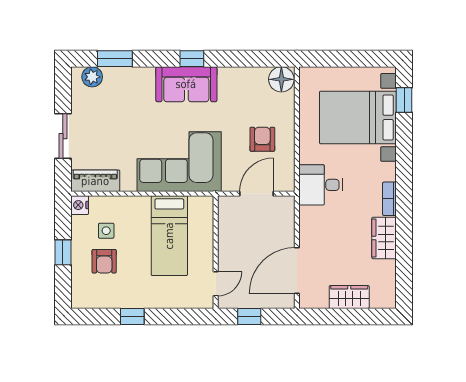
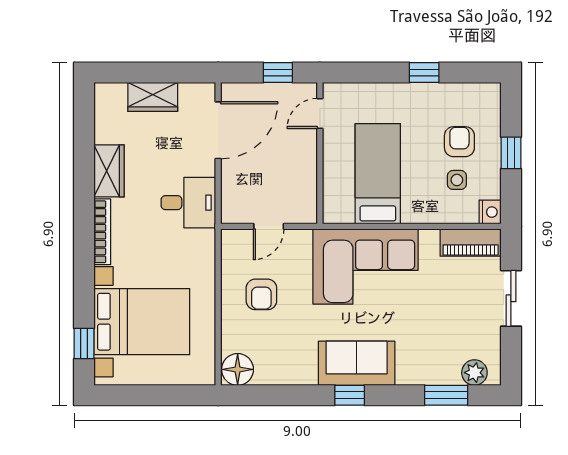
desk: (321, 185) -> (188, 203), moved
door: (257, 194) -> (269, 226), width x0.73
bookcase: (389, 199) -> (102, 232), width x1.56

